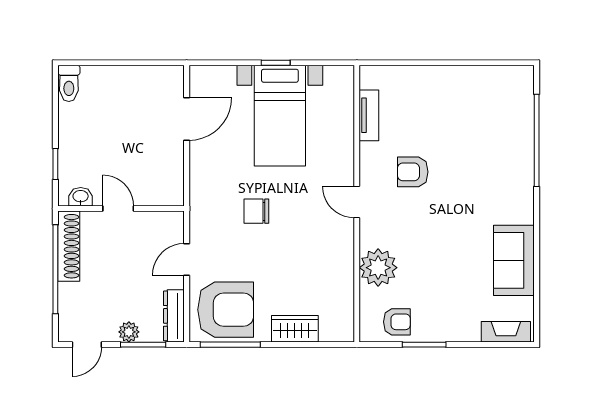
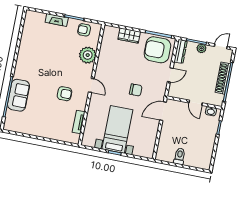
toilet: (69, 83) -> (180, 156), moved
door: (187, 119) -> (163, 111), moved
shoe rack: (69, 246) -> (223, 78), moved
sofa: (514, 260) -> (18, 95), moved
fireplace: (506, 332) -> (57, 20), moved

